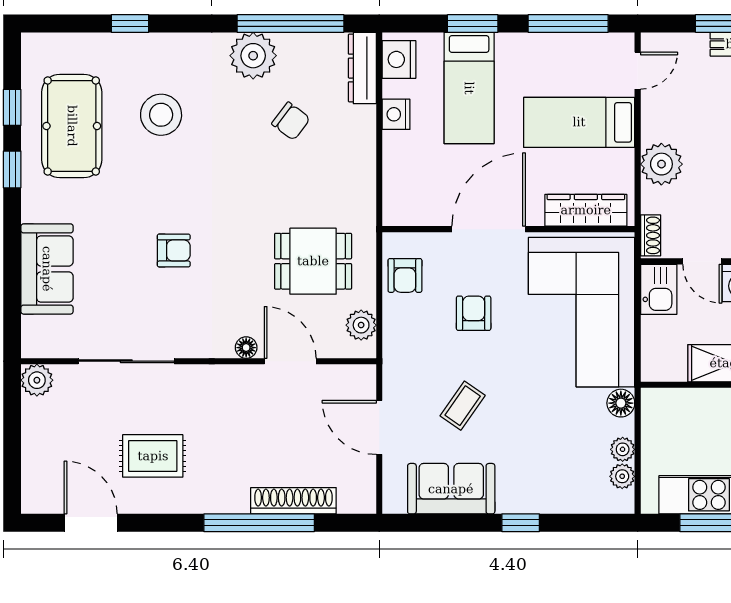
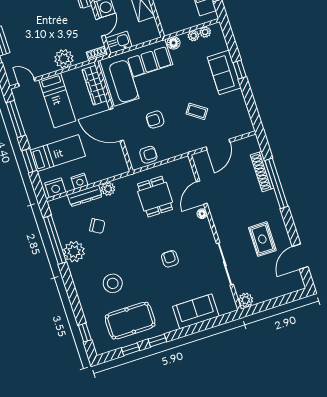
window: (130, 24) -> (85, 333), moved
dresser: (362, 68) -> (85, 196), moved
chair: (291, 121) -> (97, 226), turned 83
plant: (361, 325) -> (108, 189), moved
sofa: (451, 489) -> (224, 72), moved

